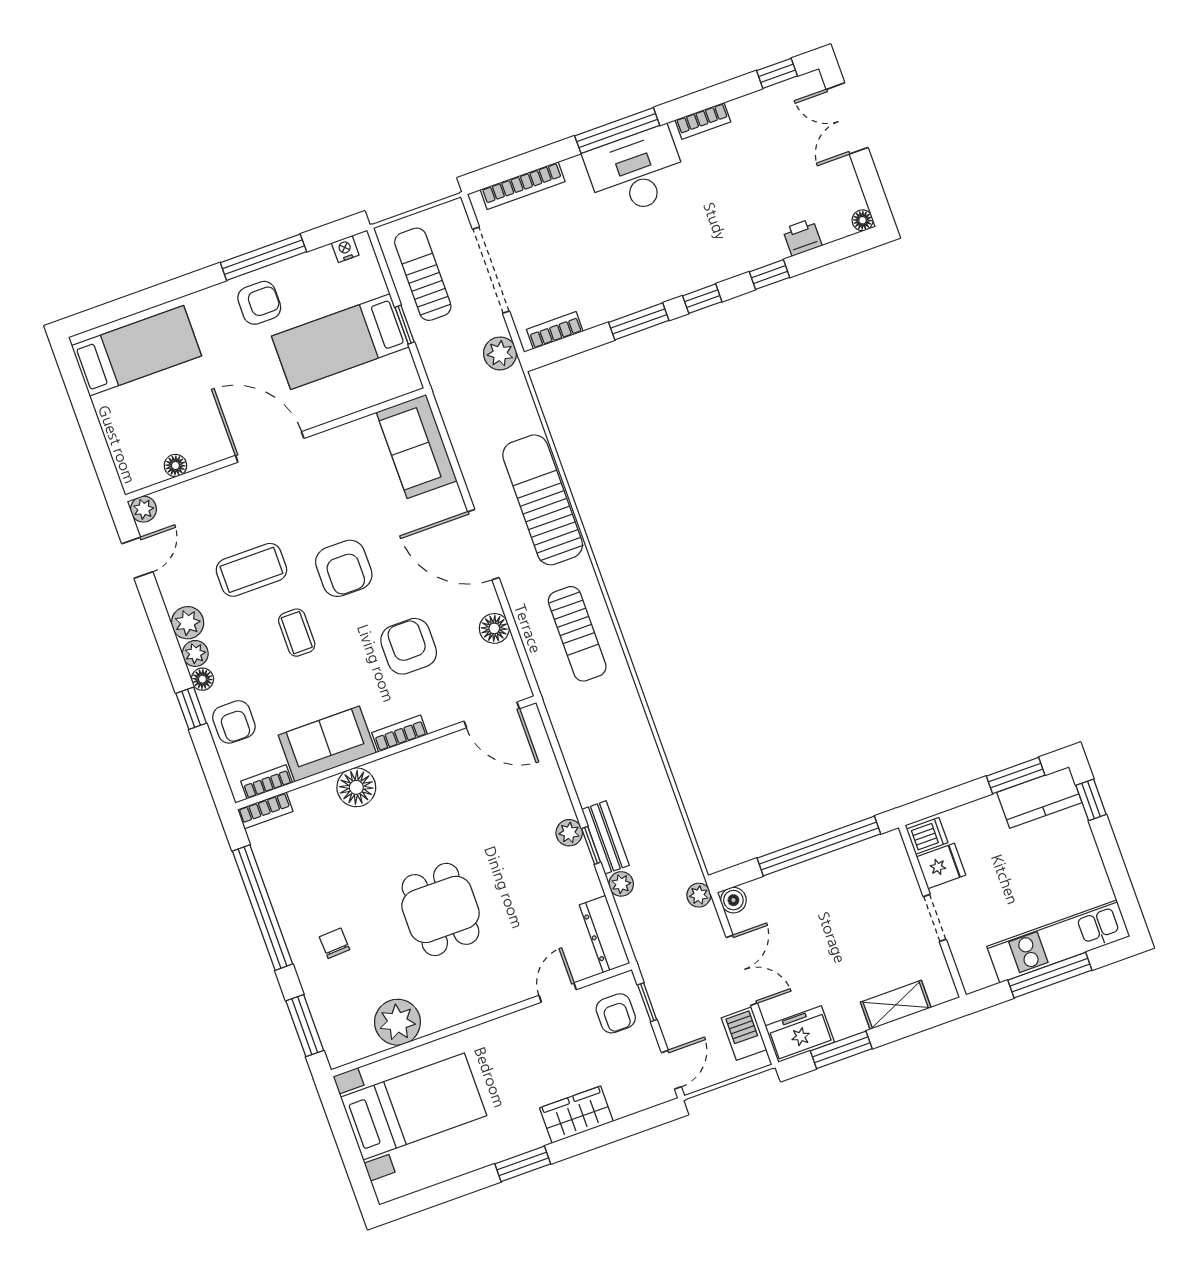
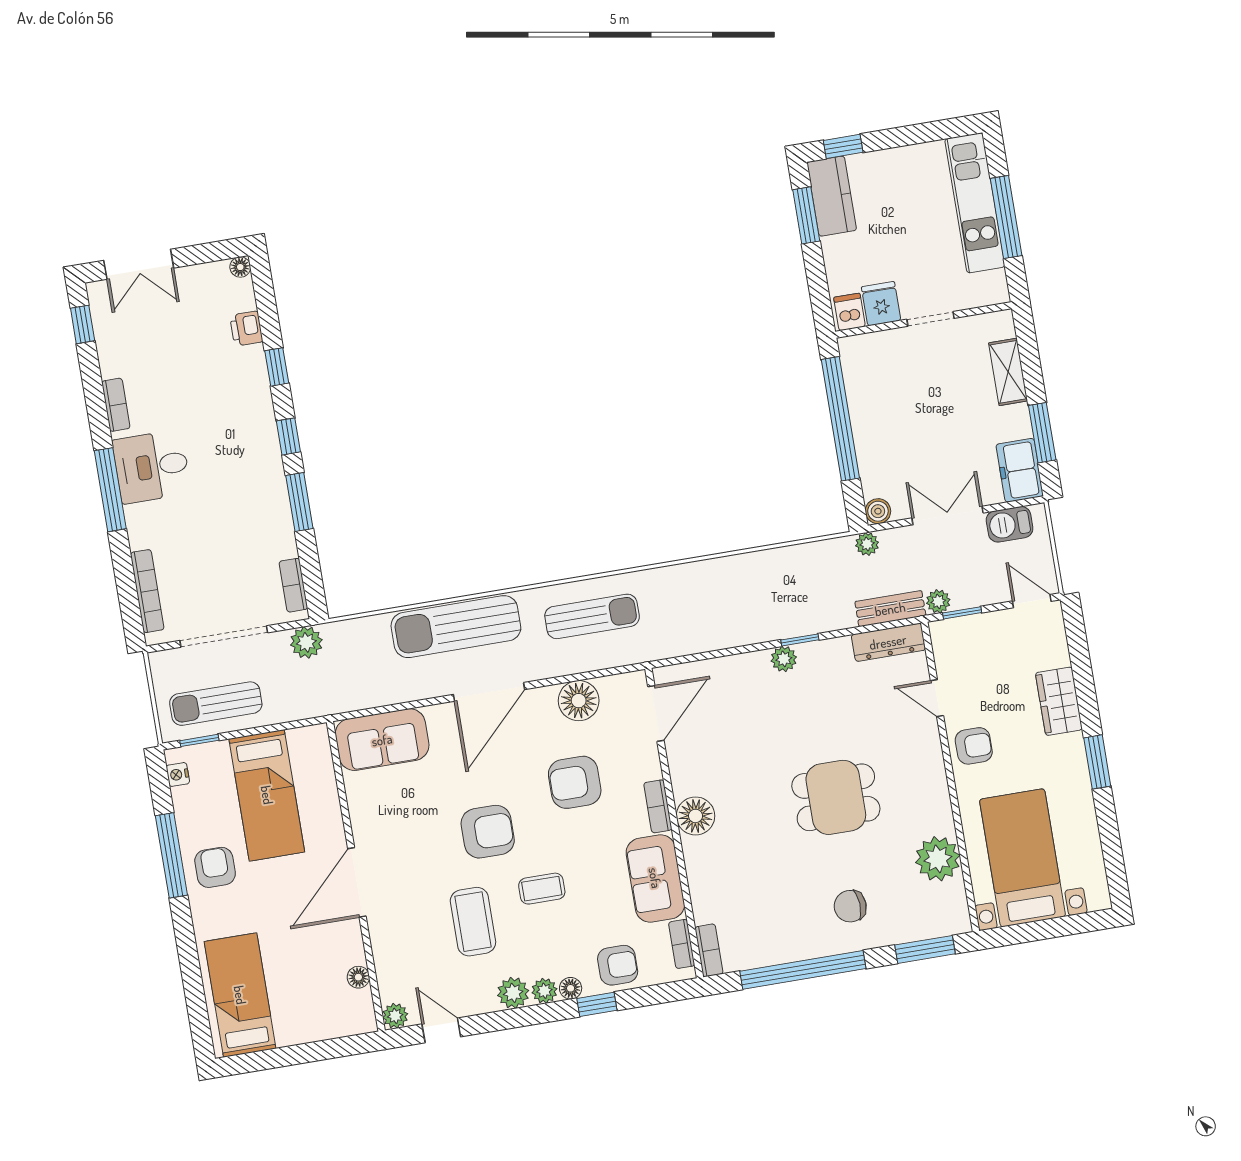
desk: (636, 172) -> (152, 467), width x0.73
window: (405, 325) -> (199, 740), moved
floor lamp: (494, 628) -> (579, 701), width x1.38, depth x1.38
floor lamp: (356, 787) -> (696, 816), moved
bench: (605, 837) -> (890, 609), moved
plant: (621, 884) -> (938, 601), moved
chair: (335, 943) -> (850, 906), width x1.37, depth x1.37
armchair: (616, 1013) -> (974, 746), moved

